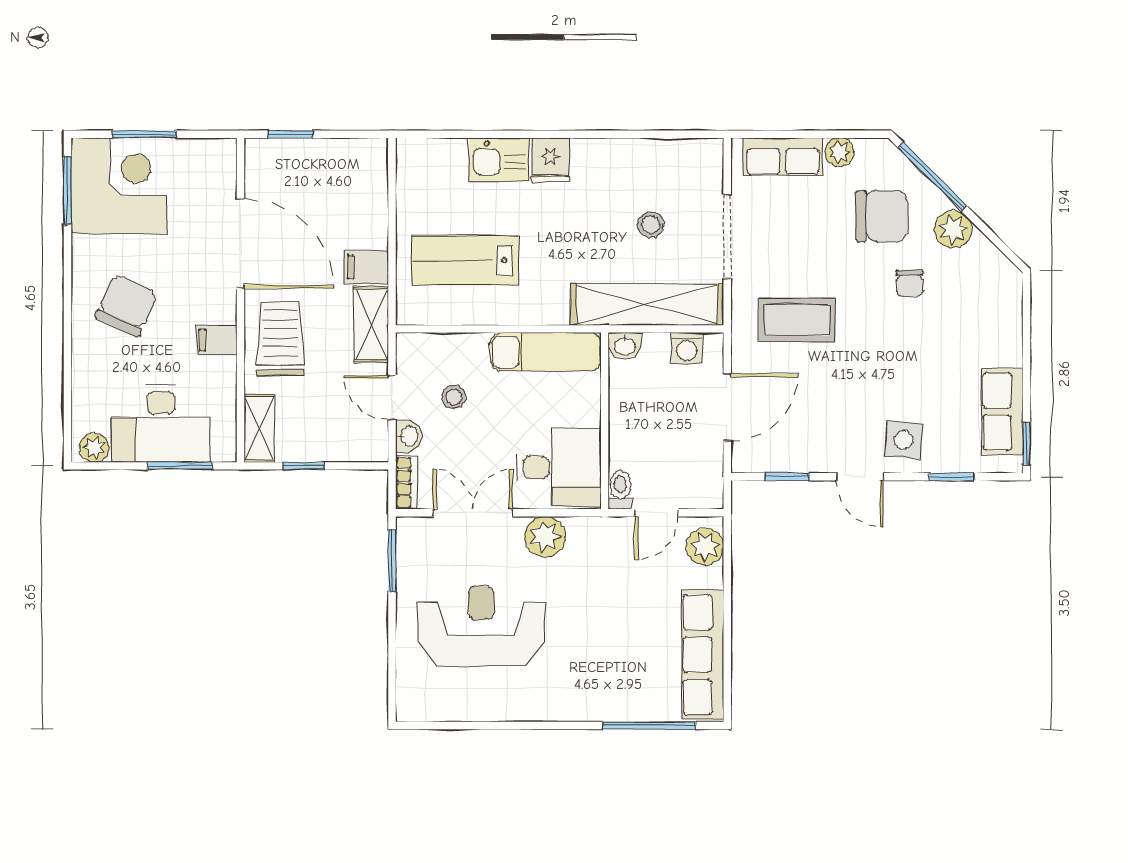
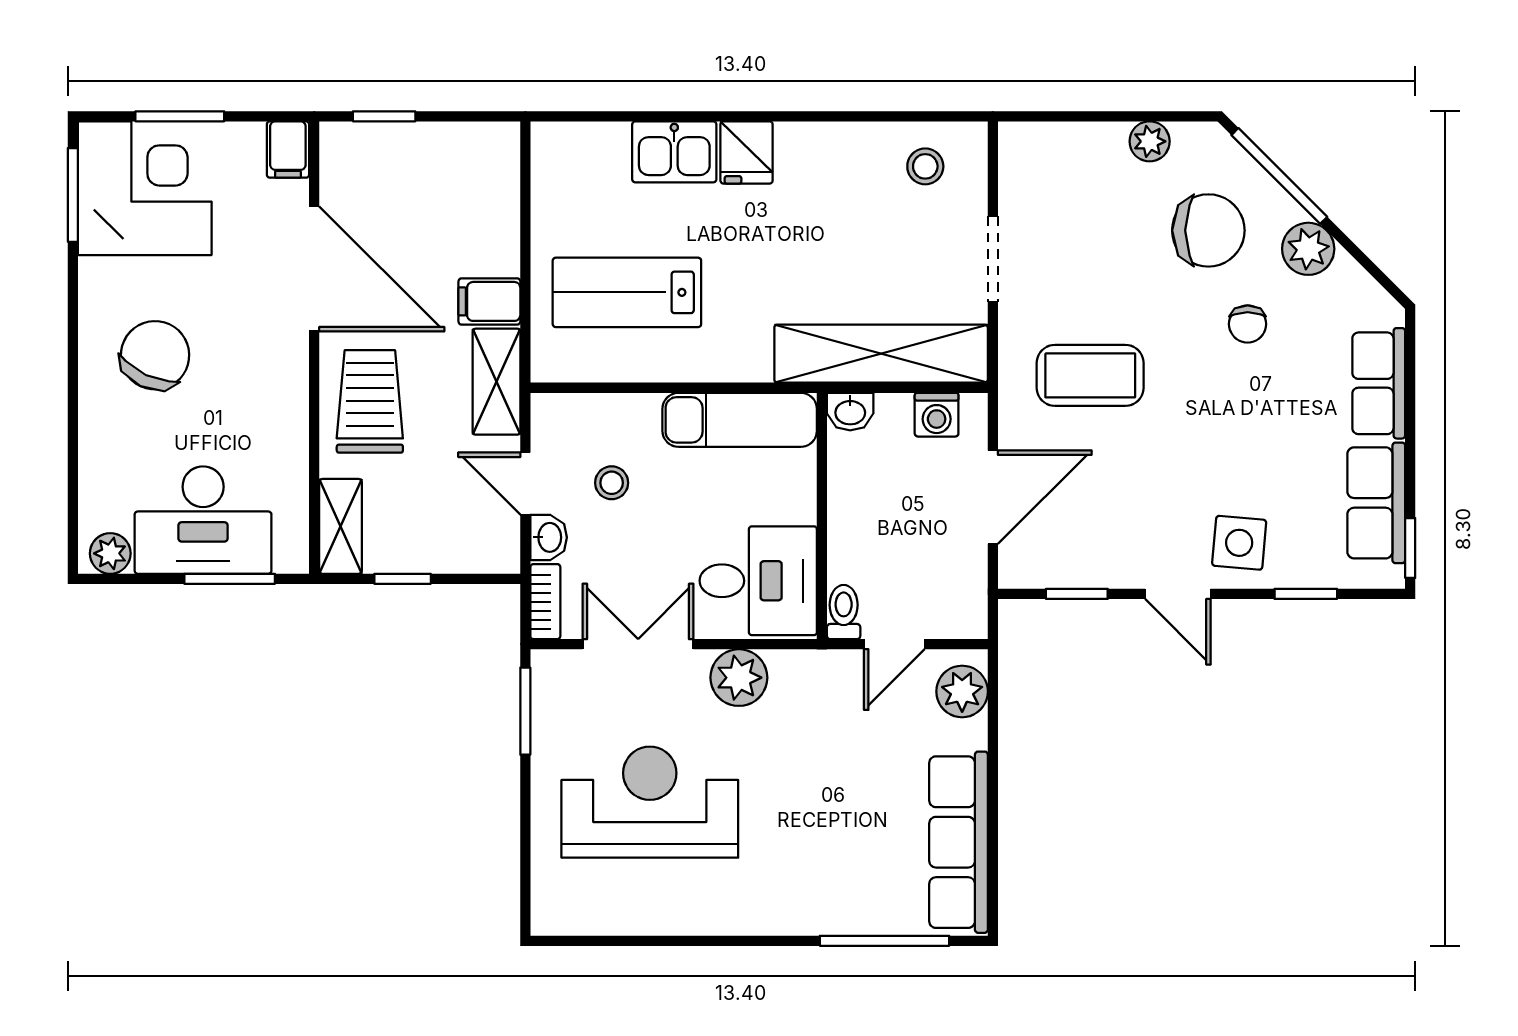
row of seats: (783, 157) -> (1379, 383), moved, turned 90
stool: (651, 225) -> (925, 166), moved
doorway: (727, 237) -> (993, 259), width x0.73
filing cabinet: (217, 340) -> (288, 150), moved, turned -90

